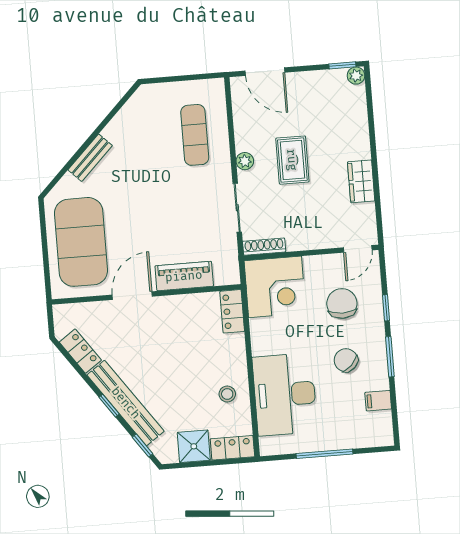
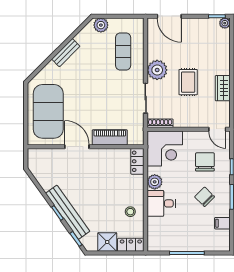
plant: (155, 95) -> (101, 25), added
bench: (90, 158) -> (66, 53), moved
rug: (292, 160) -> (188, 82), moved
plant: (245, 161) -> (157, 70), width x1.88, depth x1.88
door: (358, 249) -> (217, 129), hinge flipped
door: (132, 296) -> (77, 147), hinge flipped
plant: (263, 342) -> (155, 182), added
locker: (80, 351) -> (42, 178), removed
desk: (285, 394) -> (161, 203), width x0.53, depth x0.77

